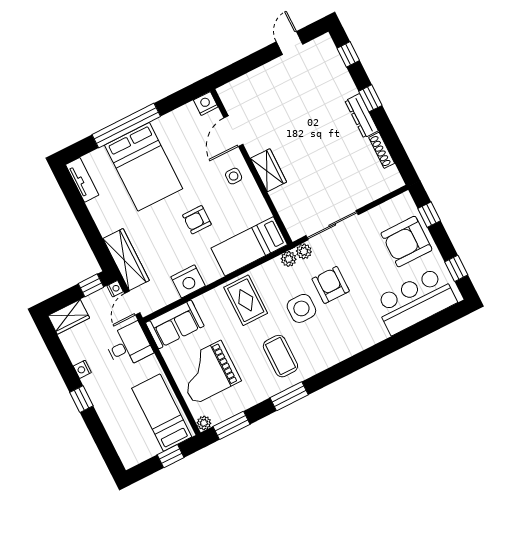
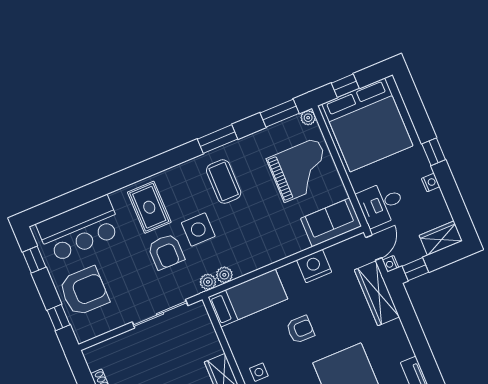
plant: (304, 251) -> (224, 275), moved
rug: (246, 300) -> (149, 207), moved
bed: (162, 413) -> (367, 125), width x2.04

